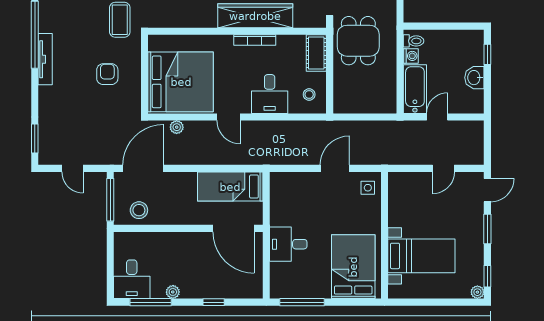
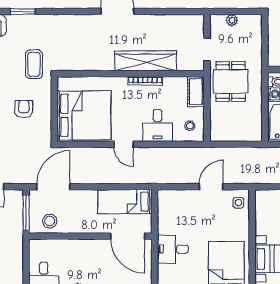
plant: (177, 127) -> (81, 153), removed

